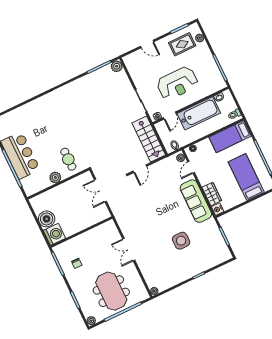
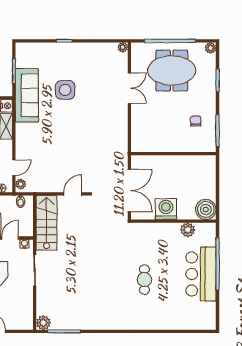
cafe table: (68, 159) -> (144, 280), moved
plant: (55, 177) -> (188, 230), moved
double door: (100, 191) -> (129, 191), width x1.37
sofa: (196, 201) -> (27, 95), moved
boiler: (47, 219) -> (206, 209), moved
washing machine: (54, 234) -> (166, 209), moved, turned 90
double door: (129, 250) -> (129, 88), moved
meeting table: (111, 291) -> (172, 70), turned 90

